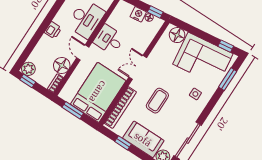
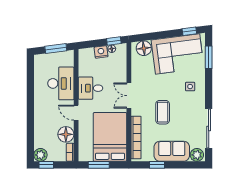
printer: (53, 30) -> (40, 110), removed

